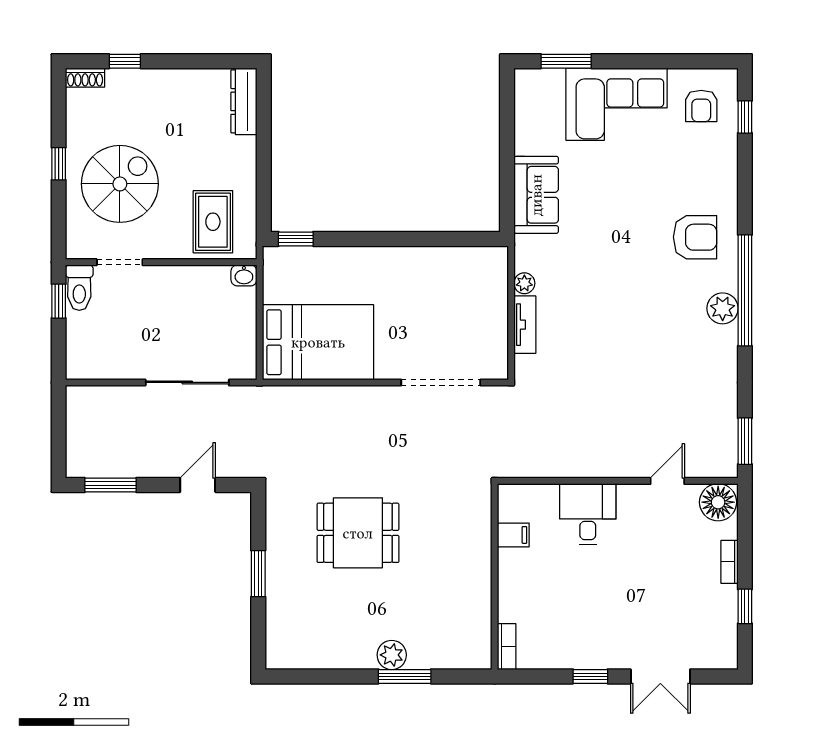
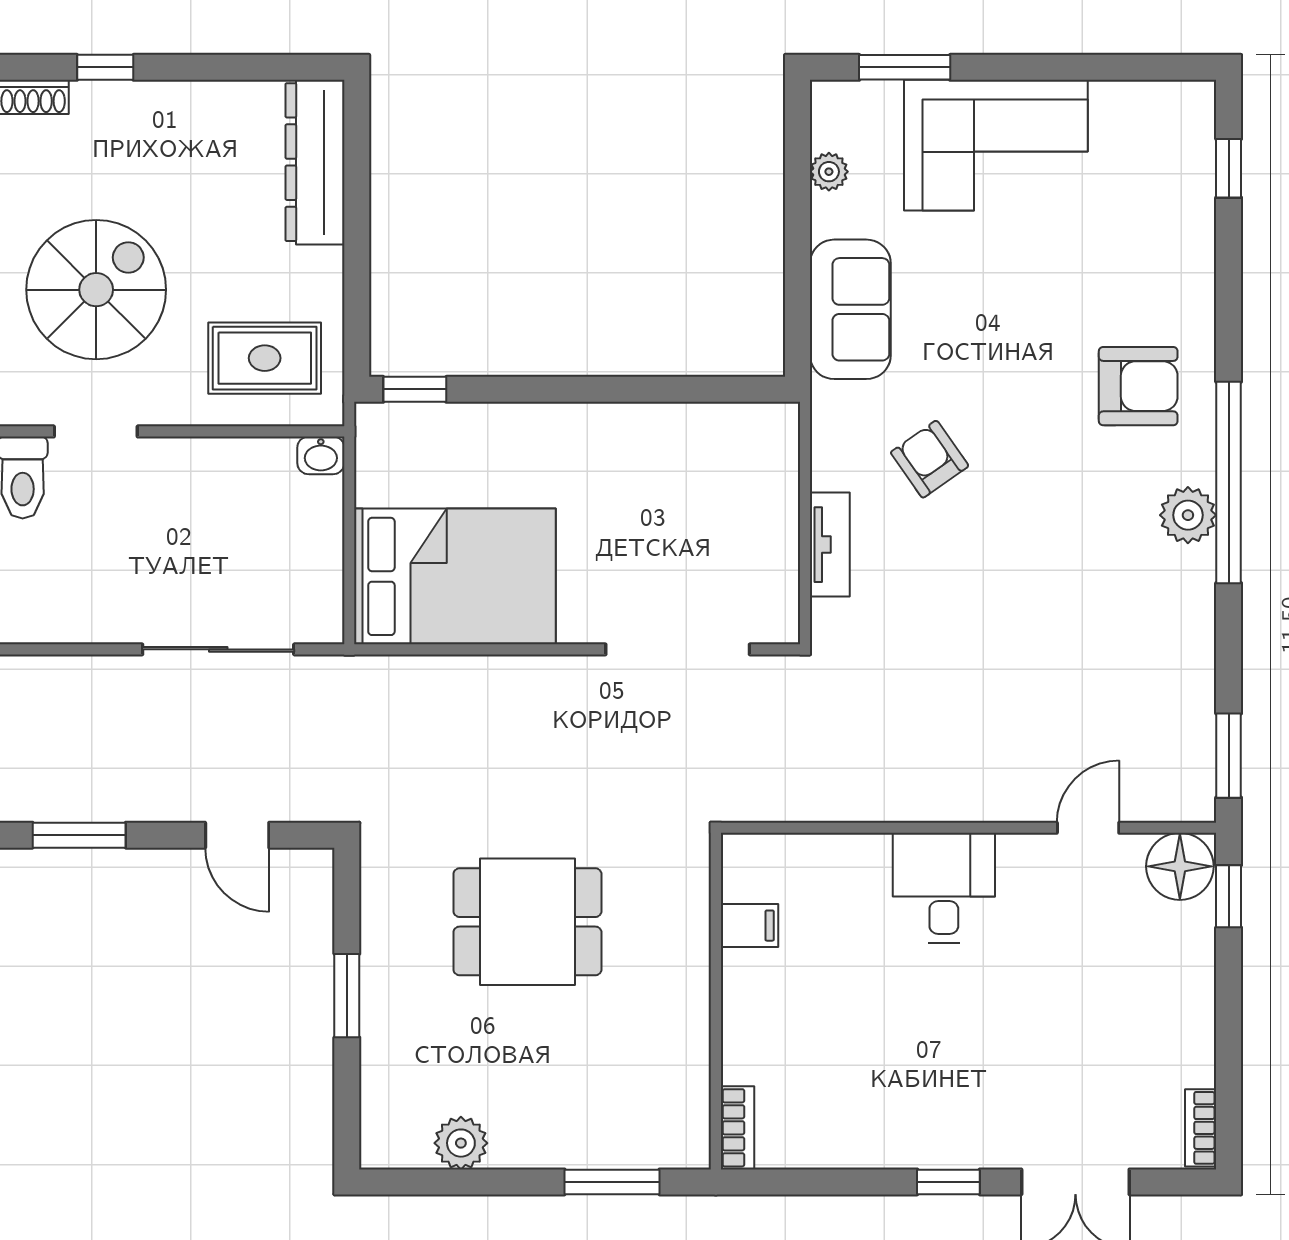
dresser: (244, 101) -> (315, 162), width x1.37, depth x1.24
armchair: (701, 106) -> (930, 459), moved, turned 145
rug: (213, 222) -> (265, 358), turned 90
plant: (524, 283) -> (829, 172), moved
door: (198, 485) -> (237, 835), swing flipped
filing cabinet: (513, 535) -> (750, 926), moved
bookcase: (730, 562) -> (1201, 1128), moved
wall: (495, 577) -> (716, 1001), moved
window: (745, 606) -> (1229, 896), moved
bookcase: (507, 647) -> (737, 1128), moved
plant: (392, 655) -> (461, 1143), moved

